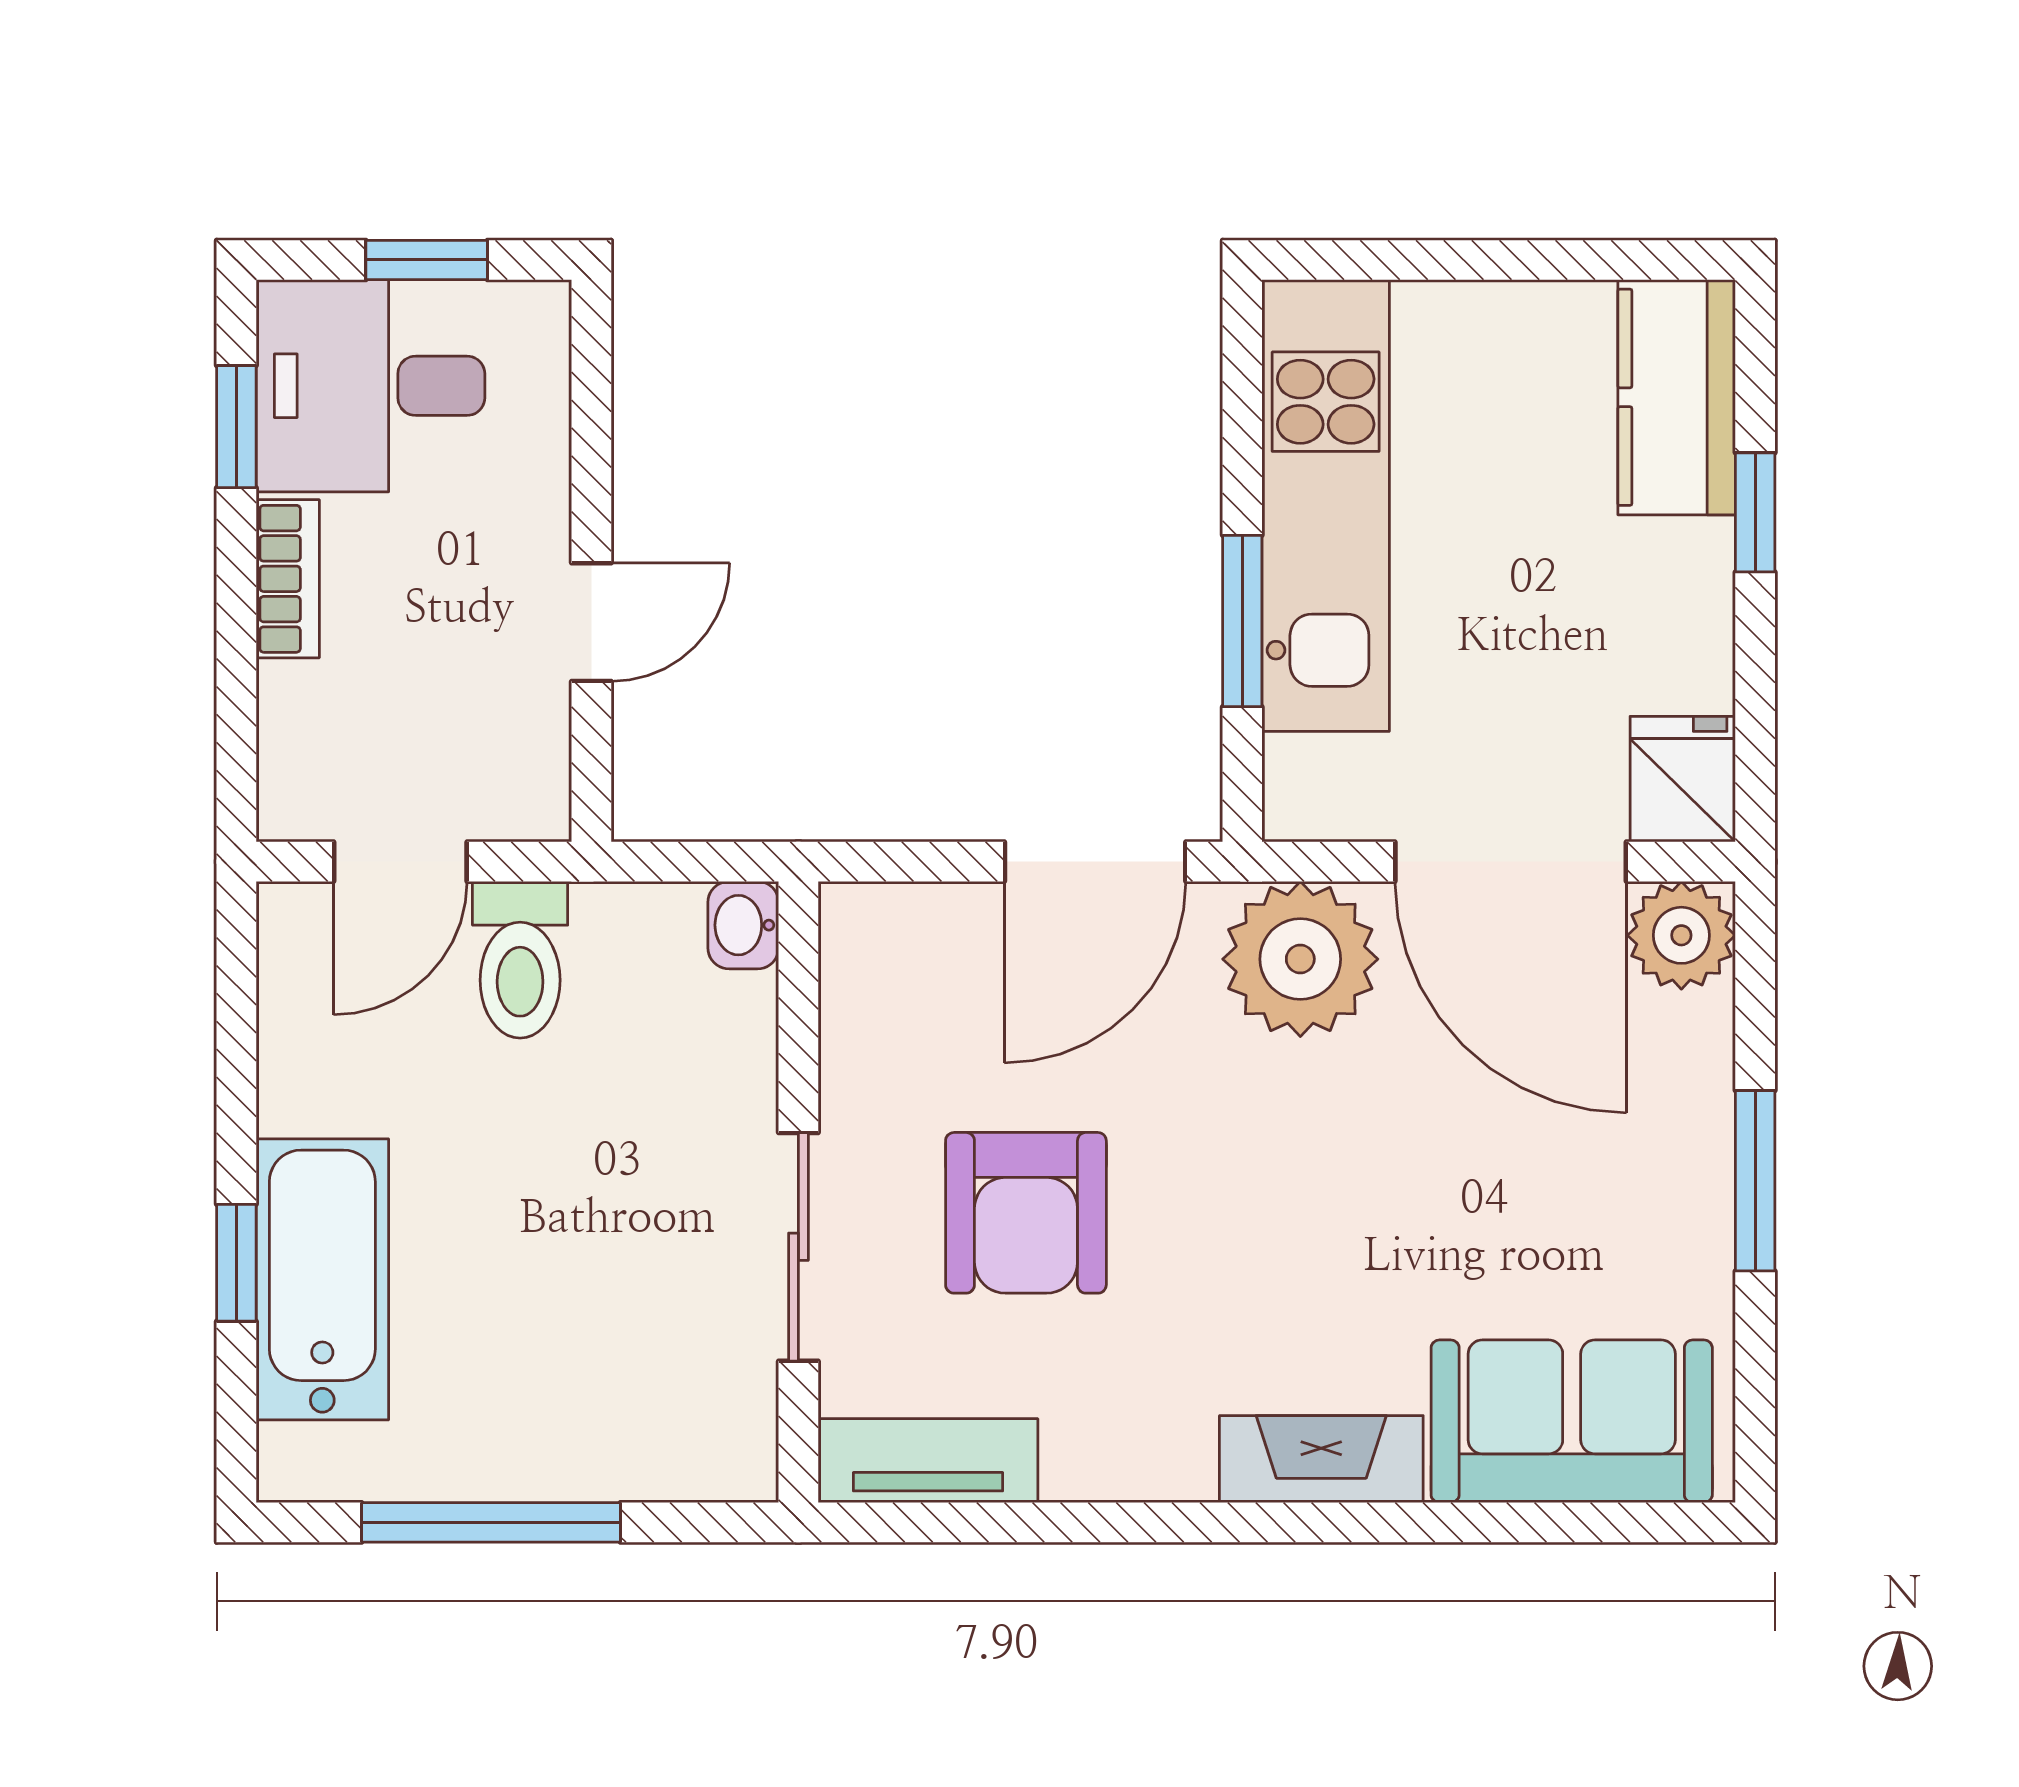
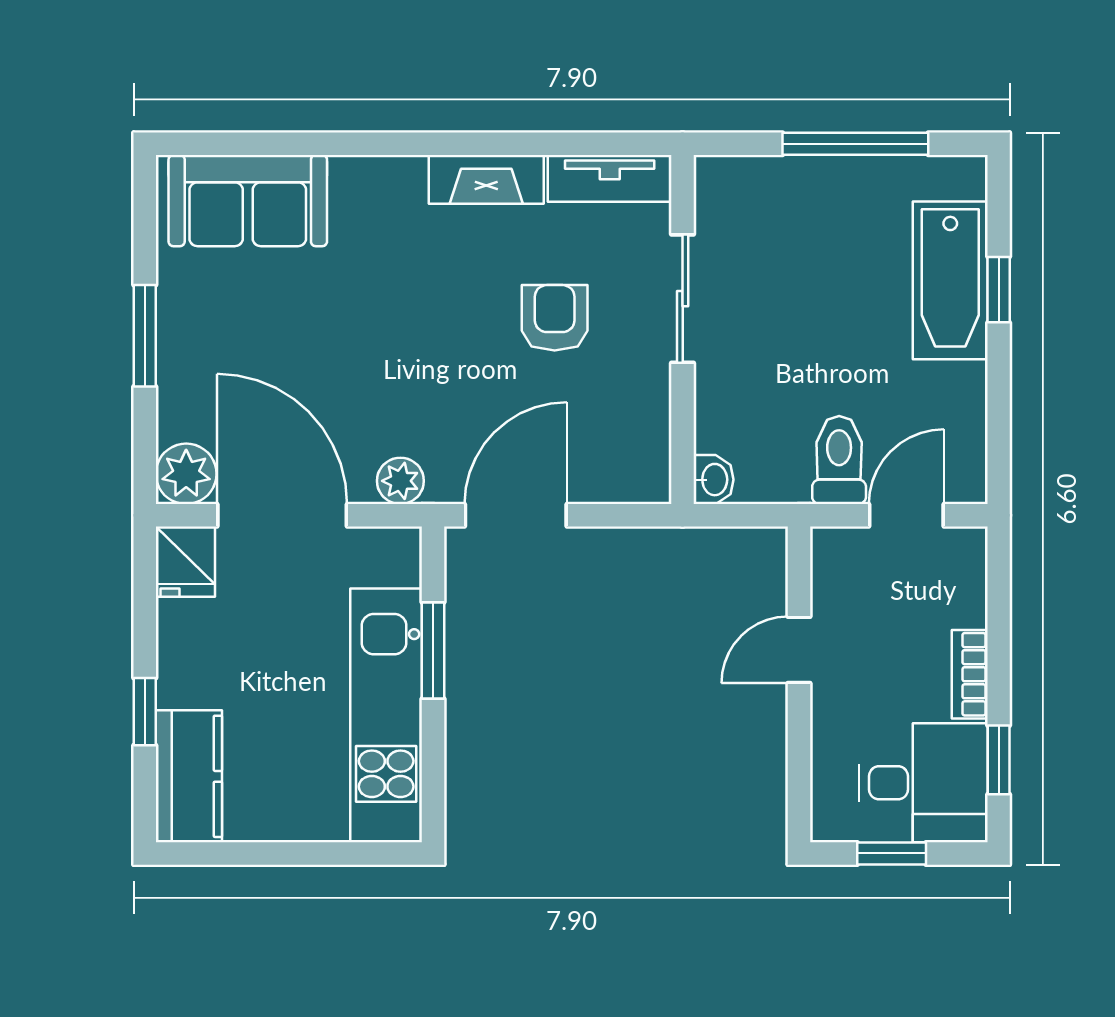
plant: (1300, 959) -> (400, 481), width x0.53, depth x0.53
armchair: (1026, 1213) -> (555, 318), width x0.72, depth x0.72
fireplace: (1321, 1459) -> (486, 179), moved

